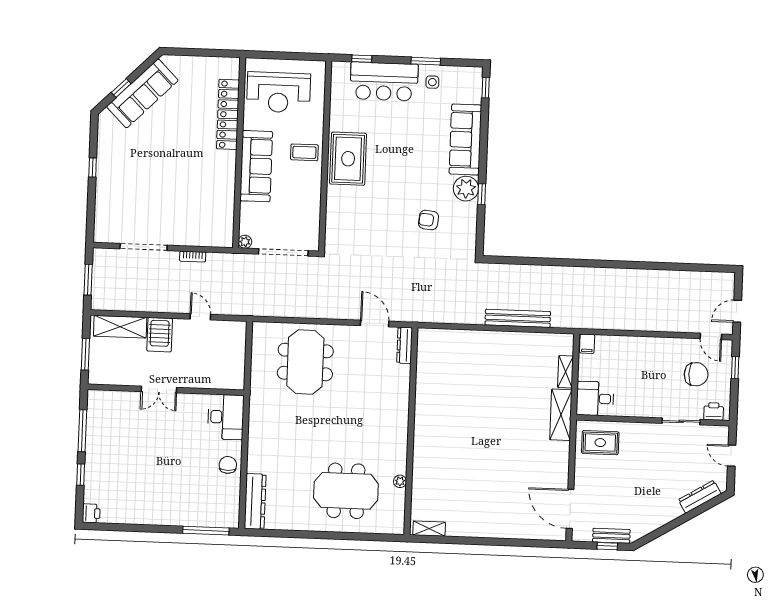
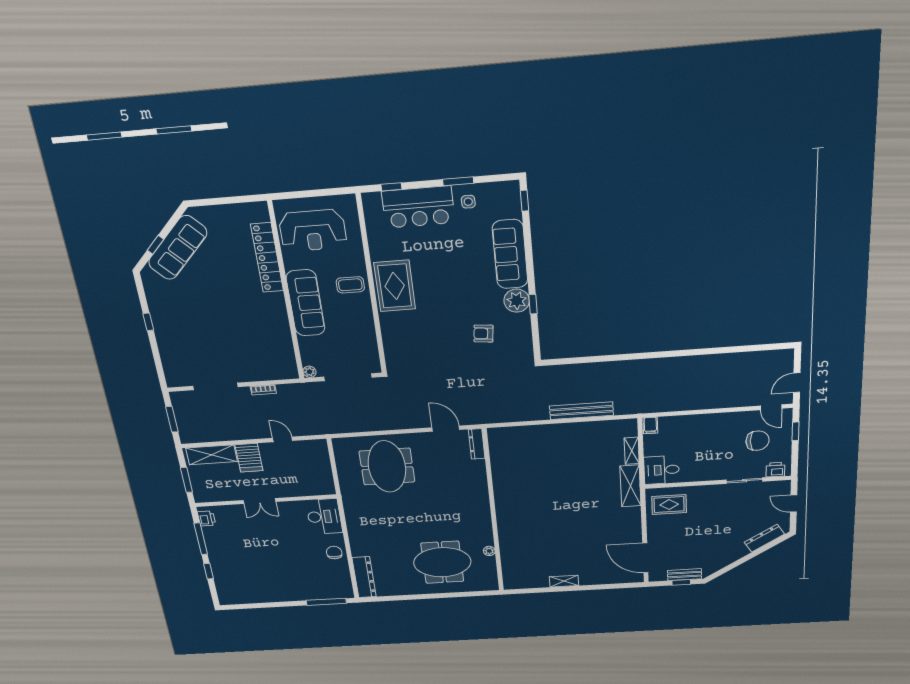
printer: (91, 513) -> (207, 518), moved
shelving: (429, 529) -> (564, 581), moved

